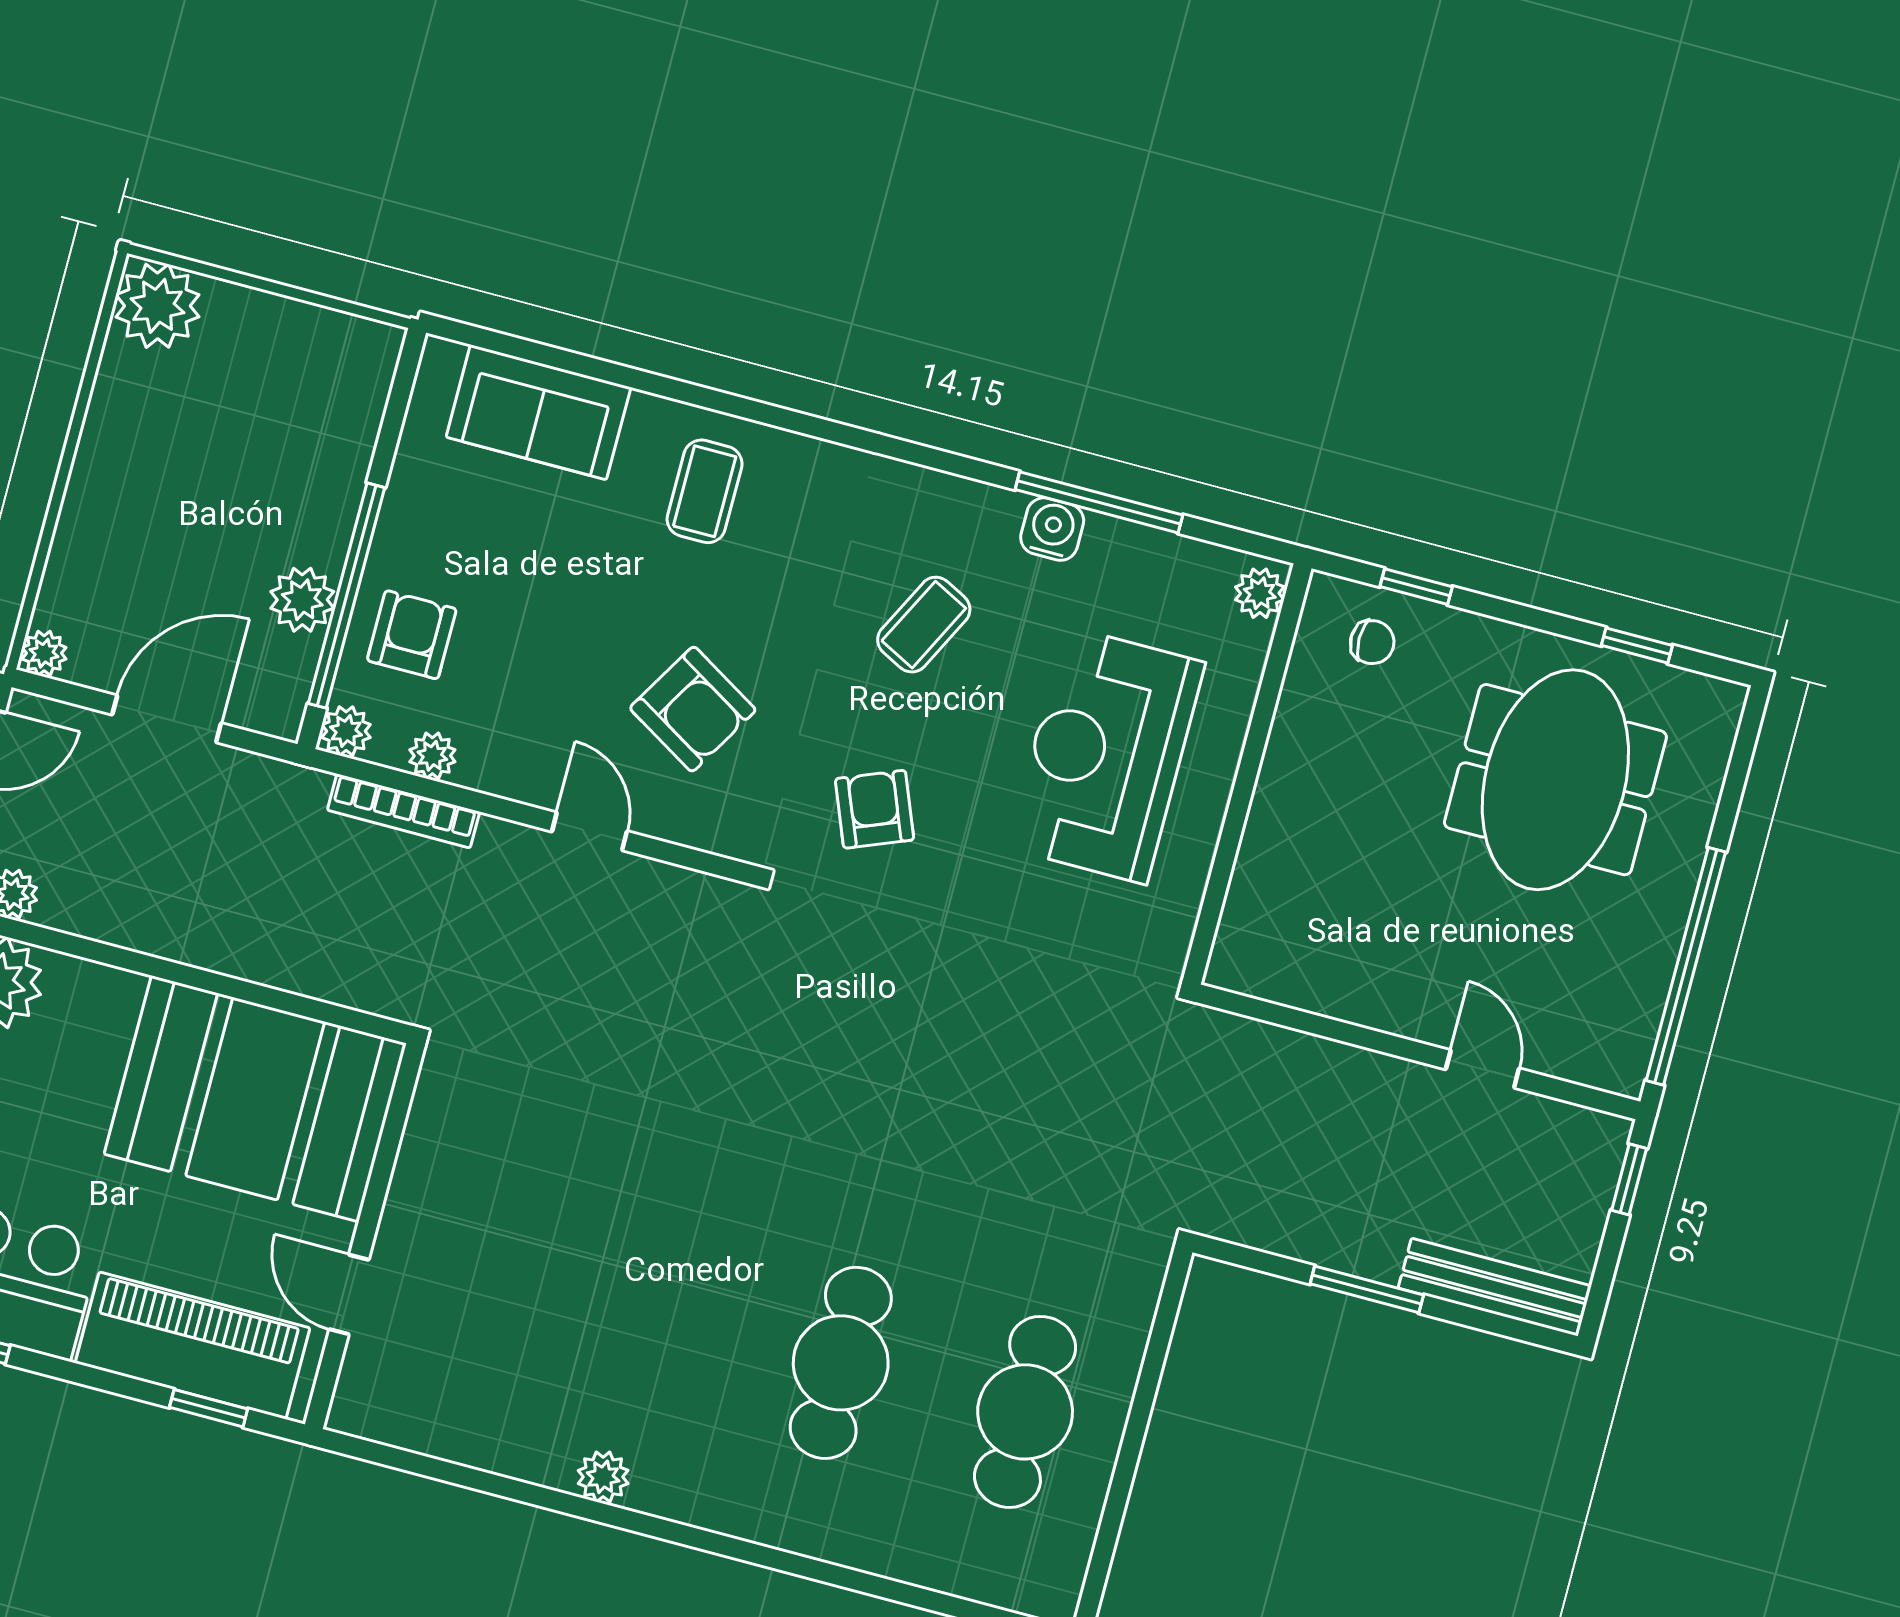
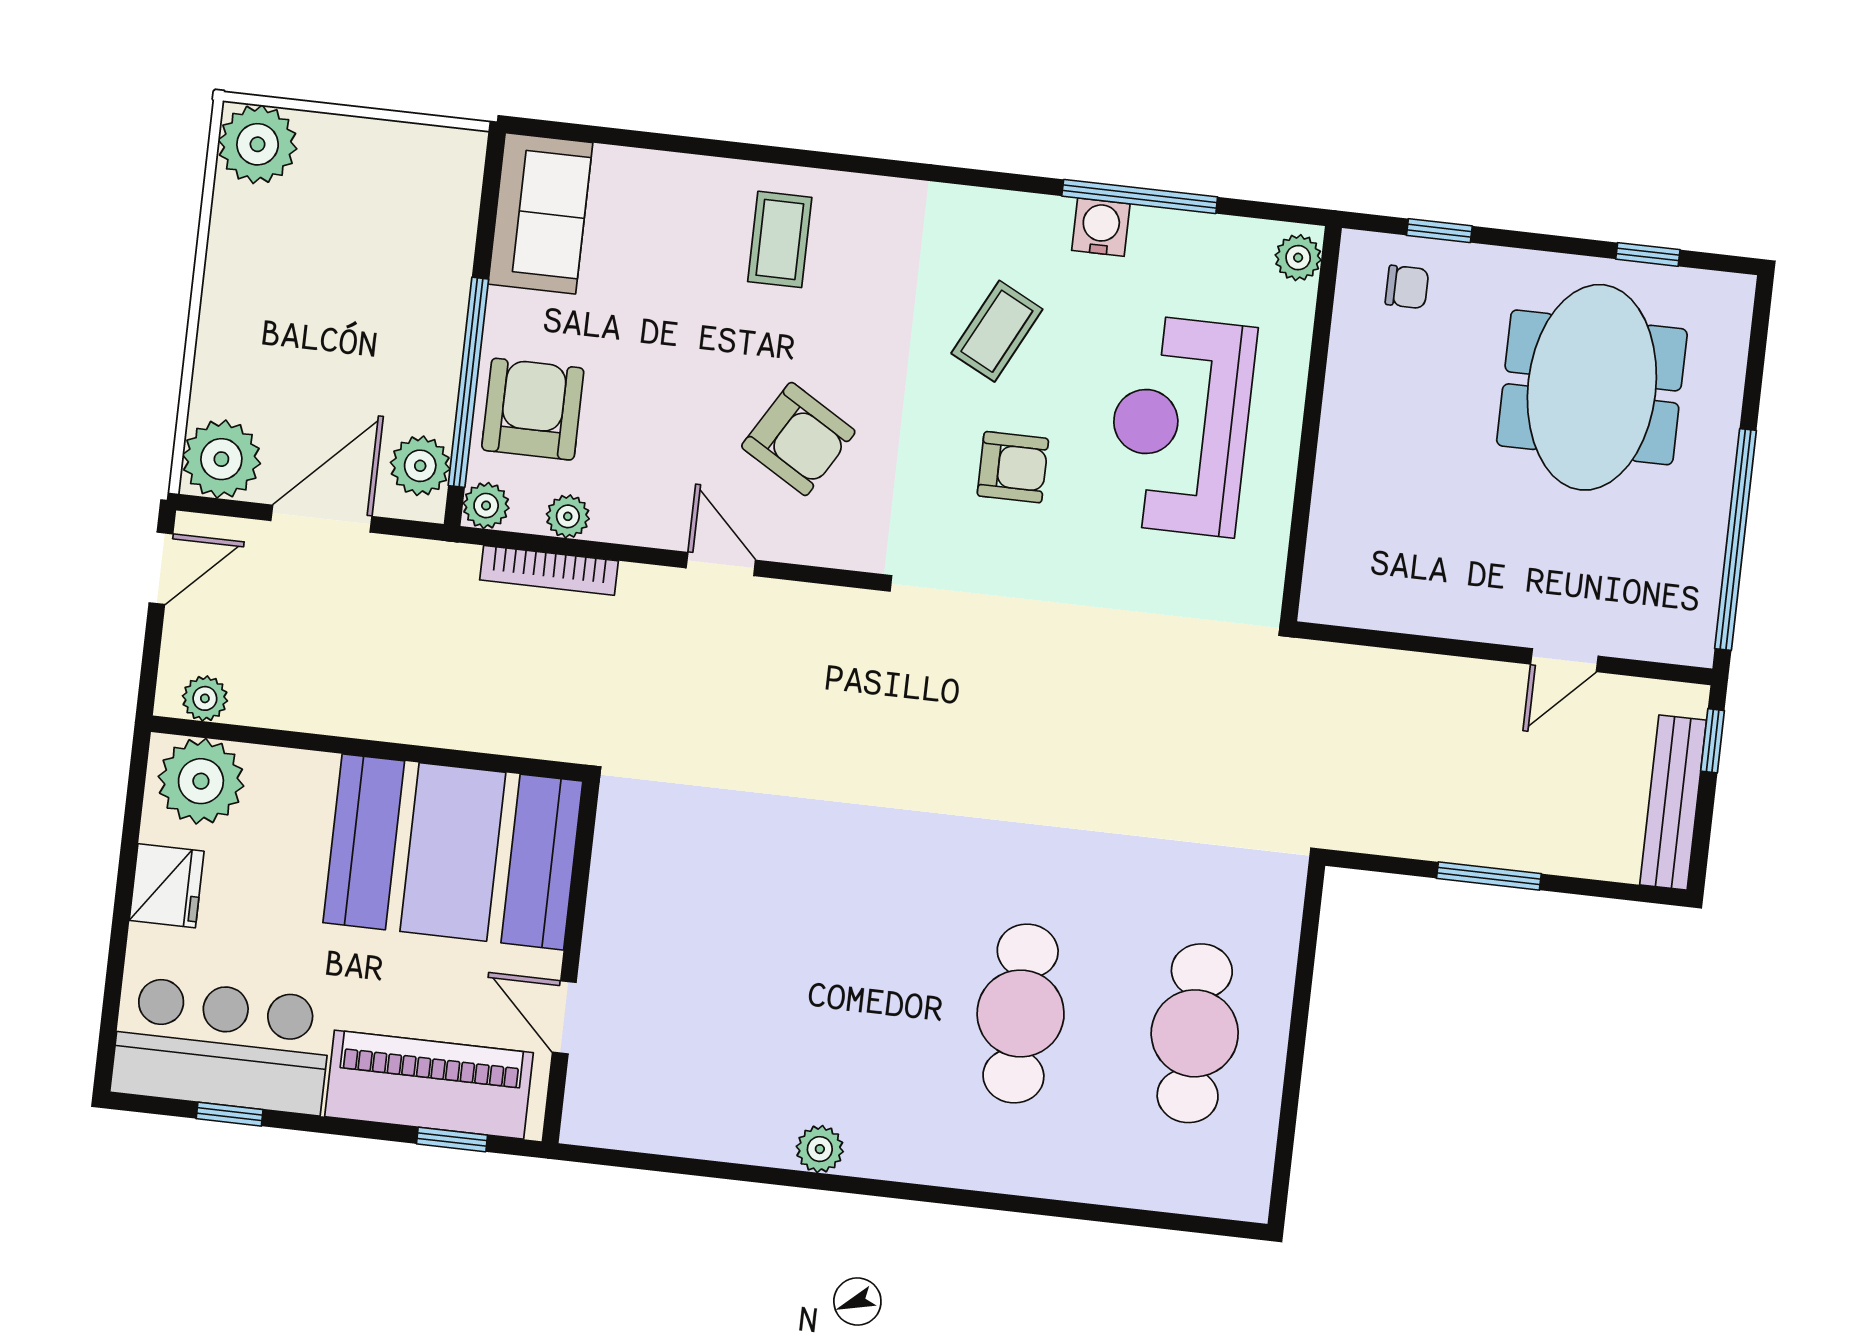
sofa: (538, 412) -> (540, 213), moved, turned -90
plant: (302, 600) -> (420, 466), moved
armchair: (412, 635) -> (533, 409), width x1.38, depth x1.38
plant: (44, 653) -> (221, 459), width x1.88, depth x1.88
armchair: (875, 809) -> (1013, 467), moved, turned 112
door: (1482, 1069) -> (1564, 660), swing flipped
bench: (1495, 1287) -> (1673, 802), moved, turned 90

